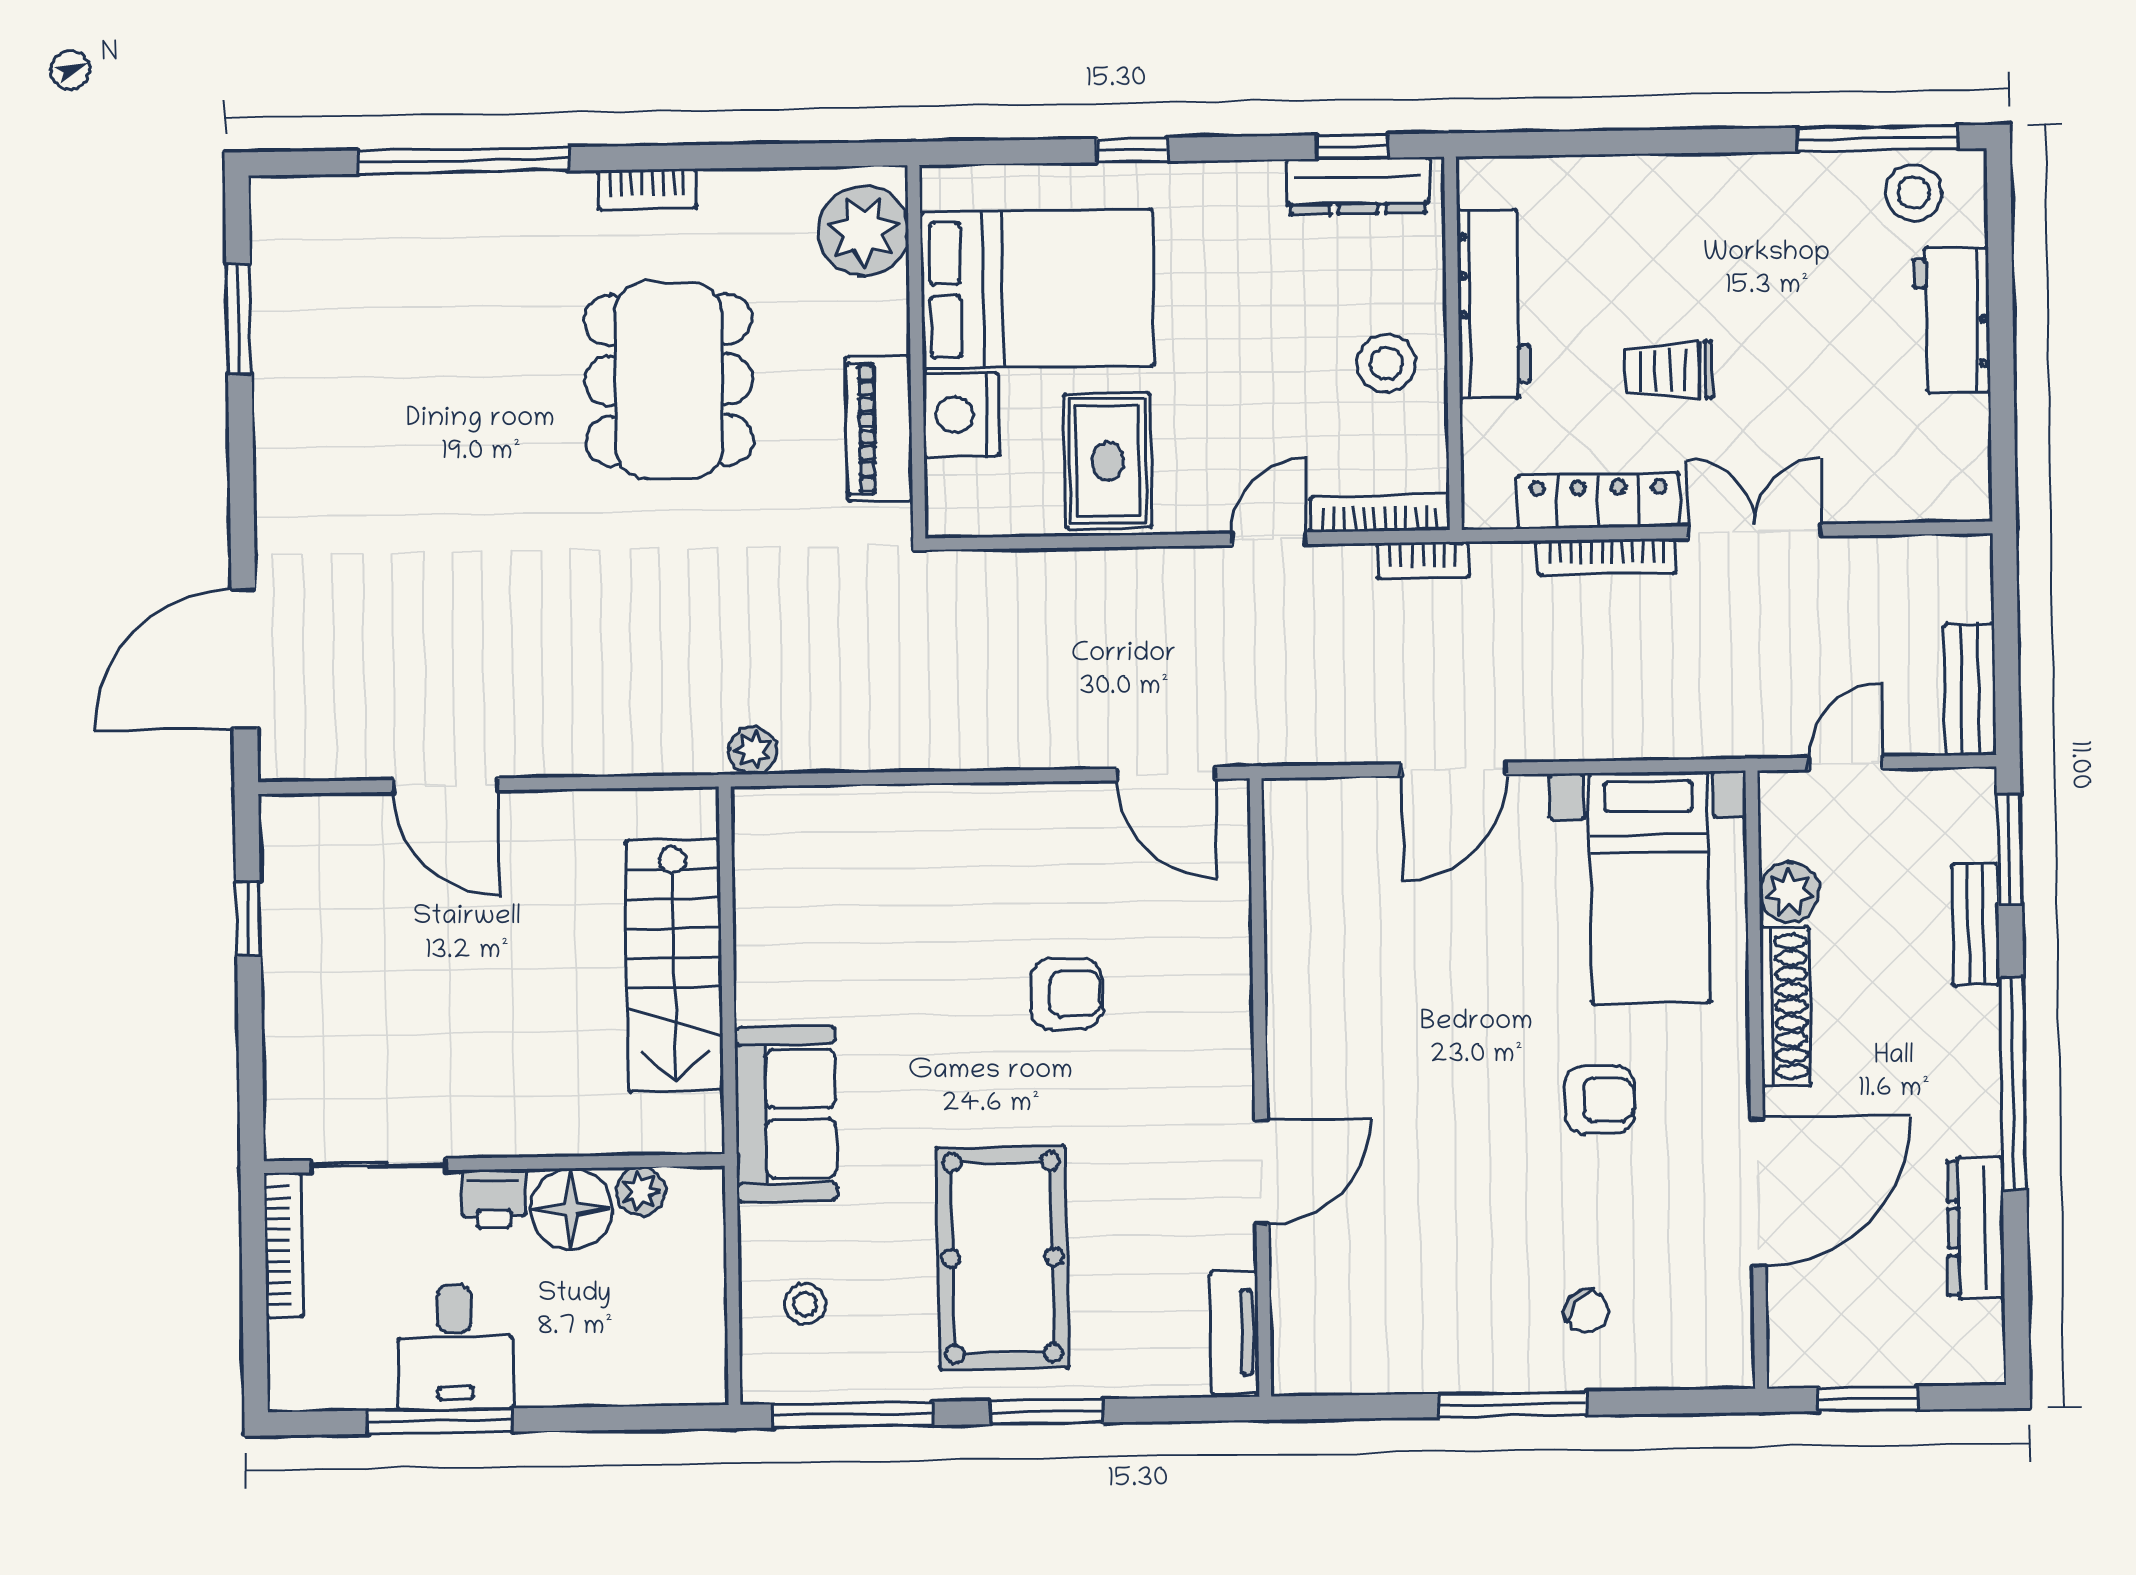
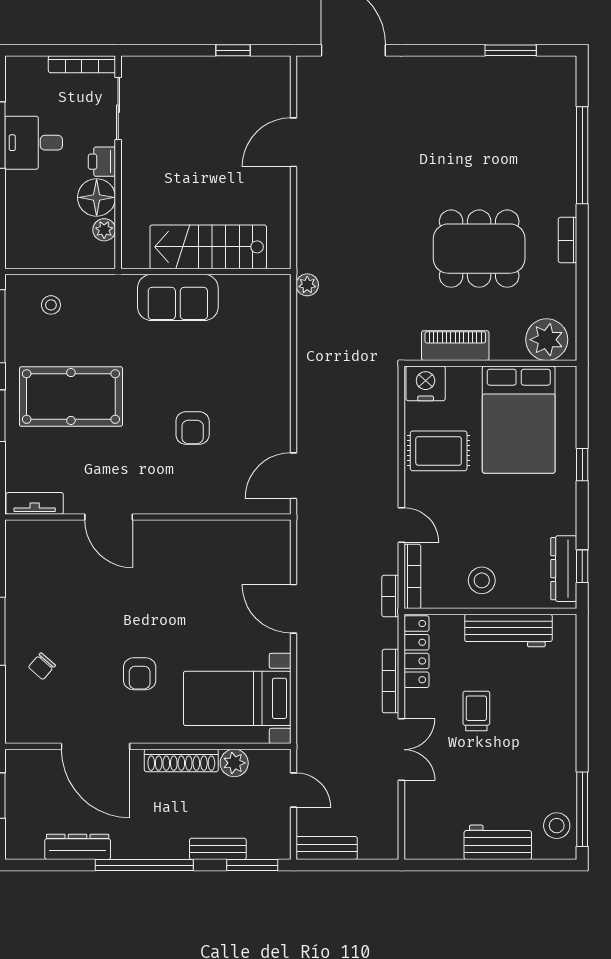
nightstand: (961, 415) -> (426, 383), moved
locker: (1598, 501) -> (416, 652), moved
sofa: (786, 1114) -> (178, 297), moved

